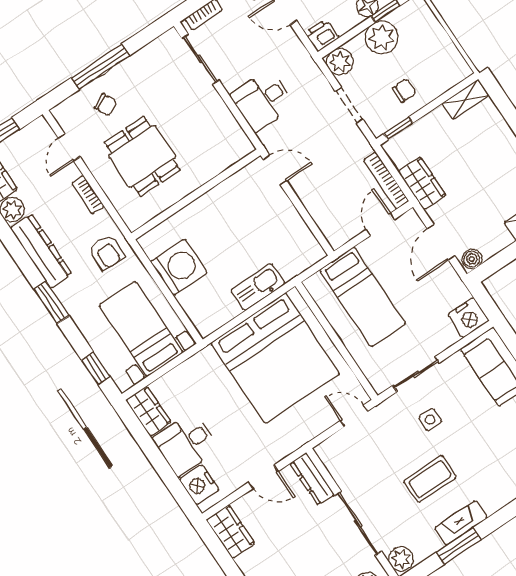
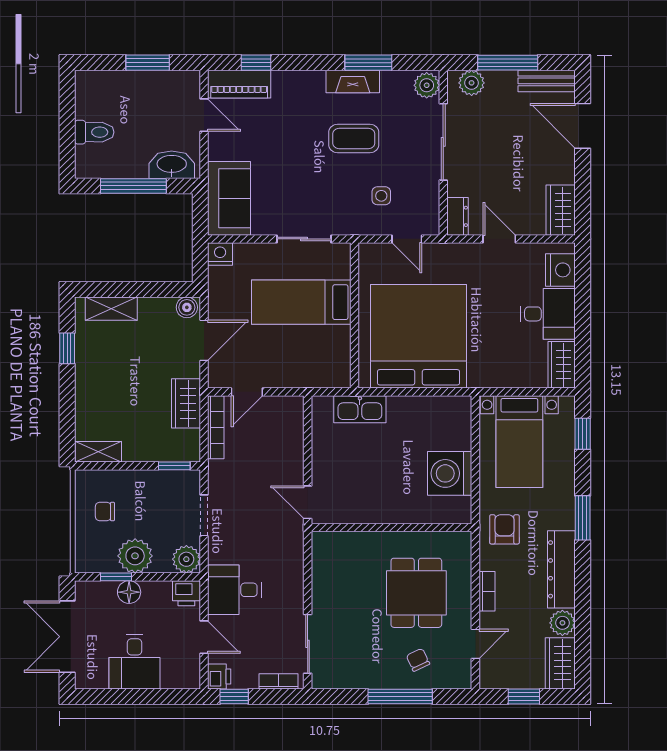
chair: (404, 91) -> (105, 512), moved
desk: (263, 100) -> (234, 590), moved, turned 180
kitchen sink: (258, 287) -> (360, 409), moved
bed: (363, 297) -> (301, 302), moved, turned -90
nightstand: (468, 318) -> (220, 254), width x0.74, depth x0.75
door: (354, 416) -> (407, 239), moved
side table: (430, 420) -> (381, 196), moved
dresser: (312, 479) -> (458, 216), width x0.70

